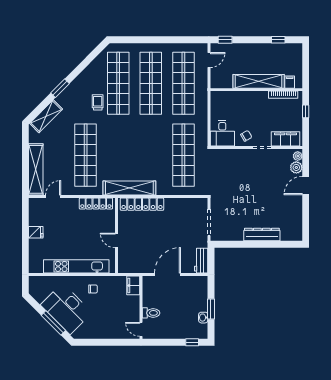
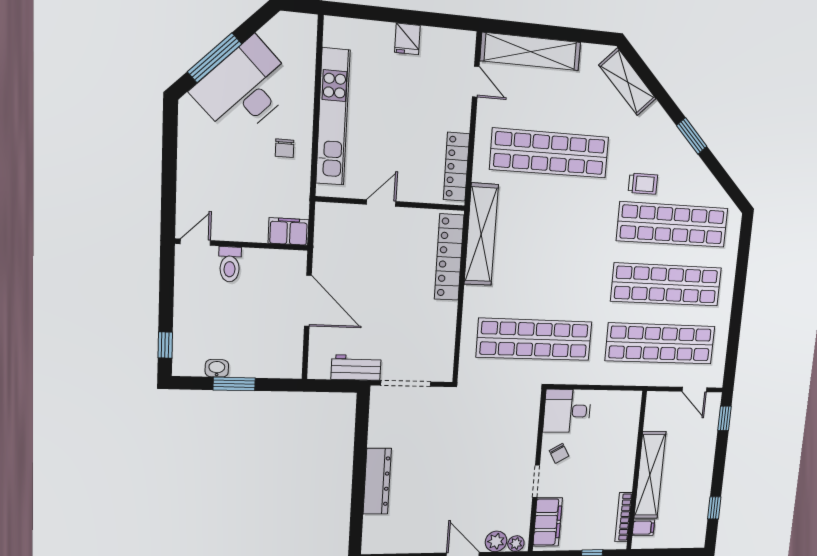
window: (60, 88) -> (692, 136), moved
workbench: (201, 261) -> (356, 368), moved

